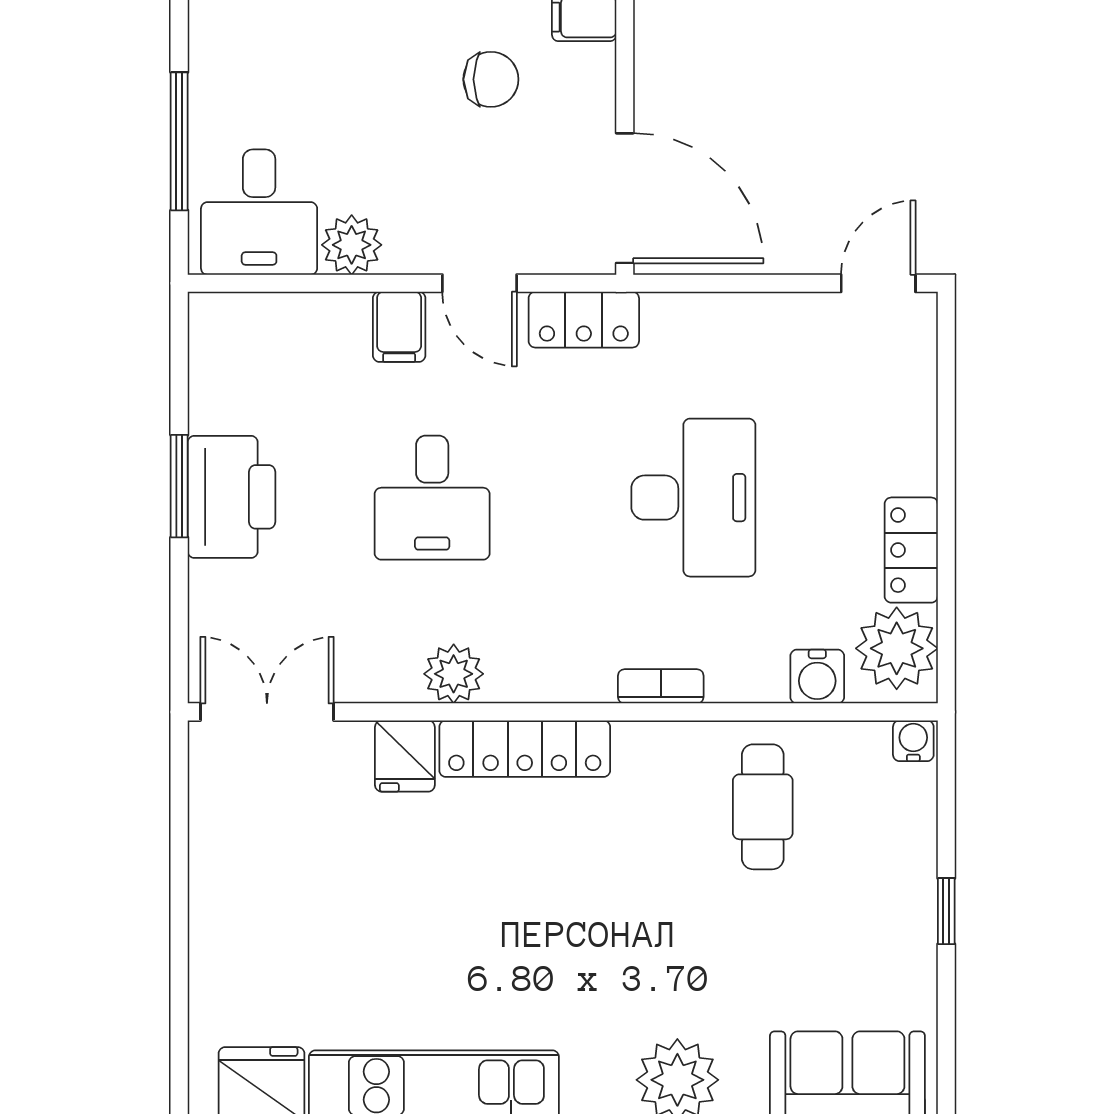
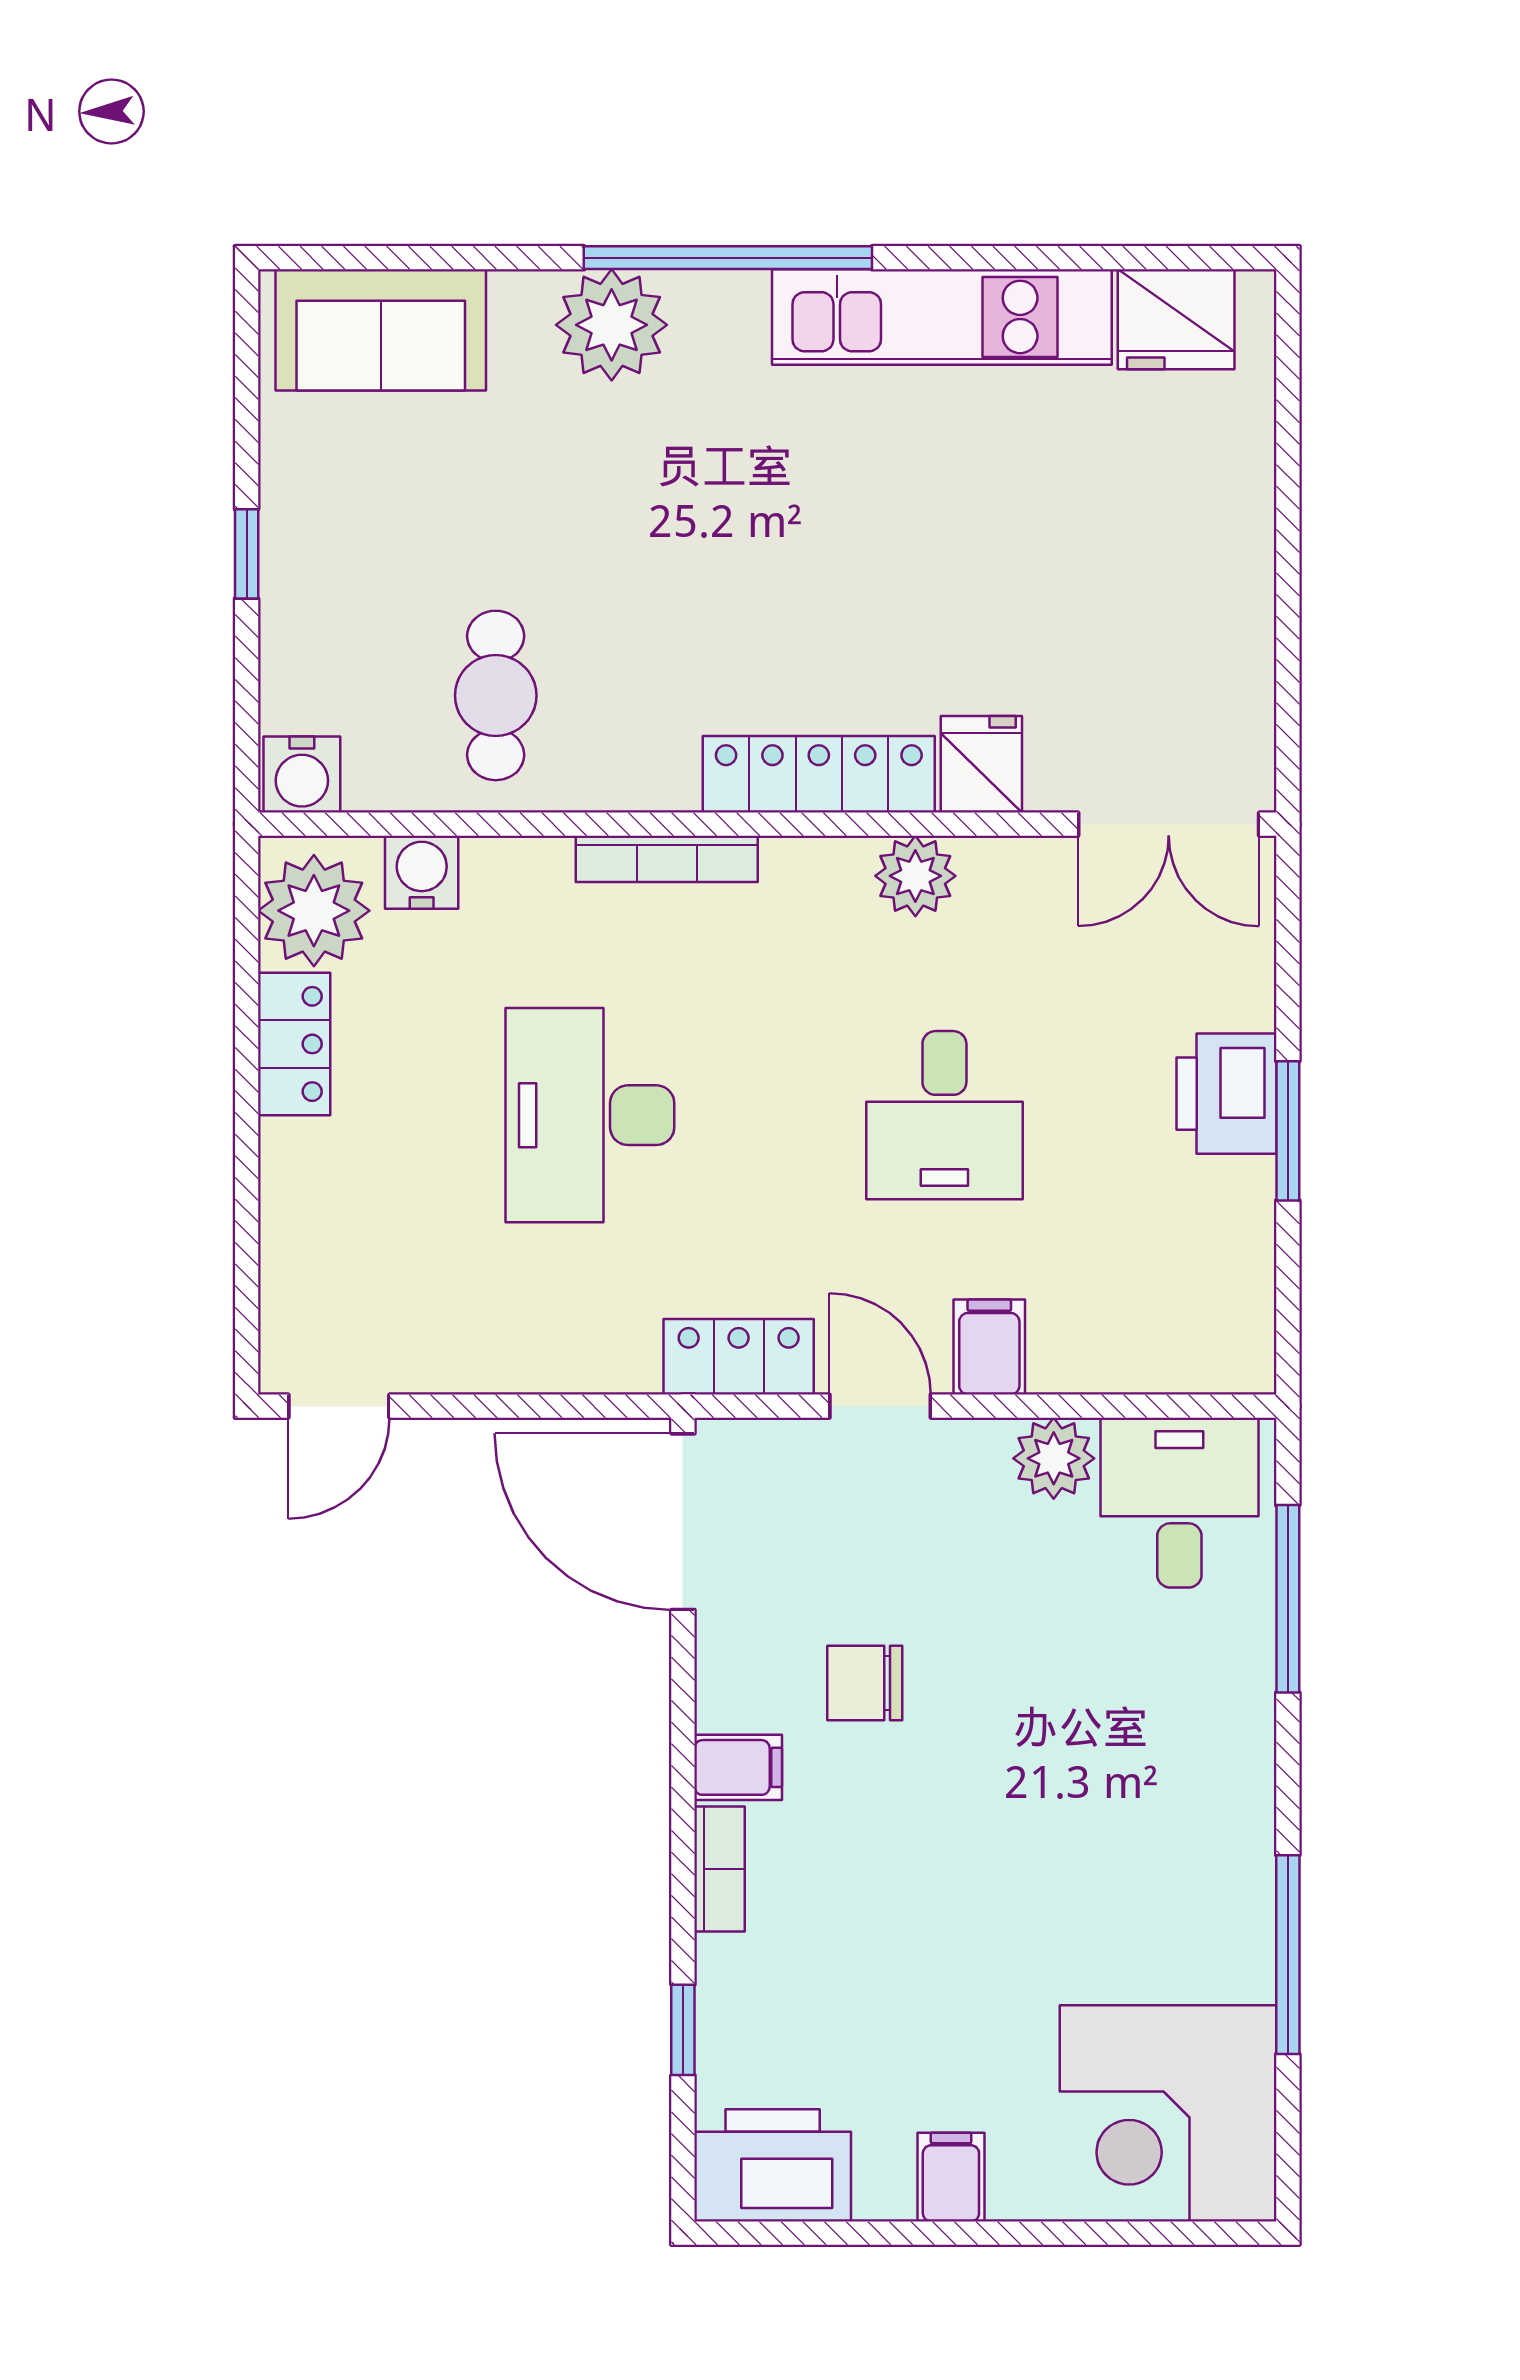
printer: (231, 497) -> (1226, 1094), width x0.73, depth x0.84
desk: (432, 498) -> (944, 1115), turned 180
bookcase: (661, 686) -> (667, 859), width x1.56
water cooler: (913, 741) -> (302, 775), width x1.38, depth x1.38

